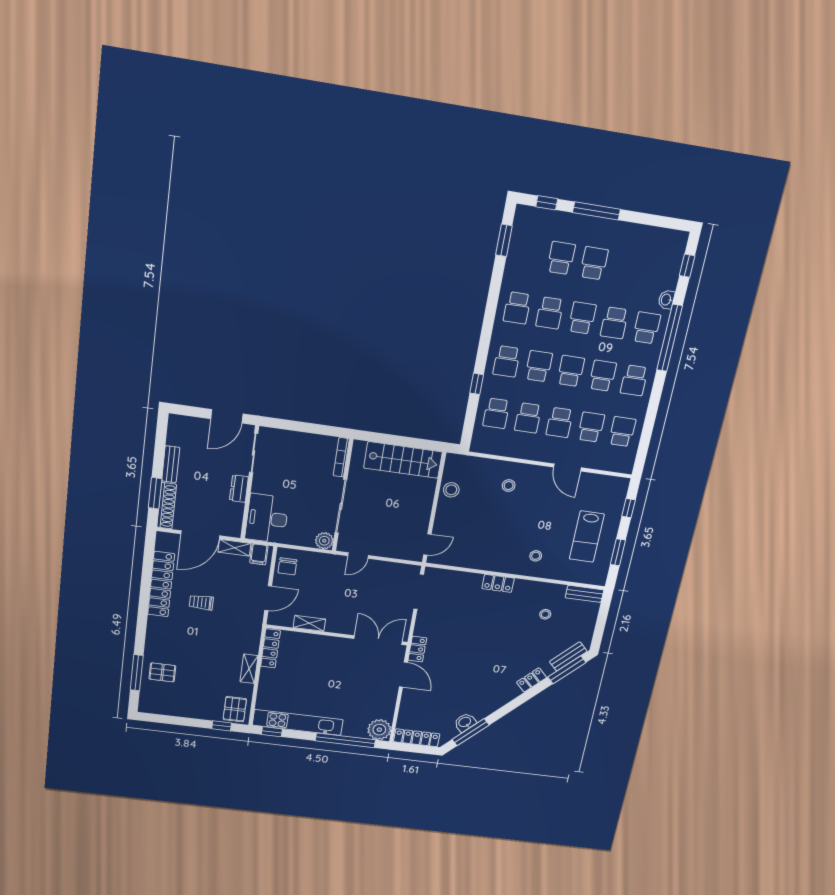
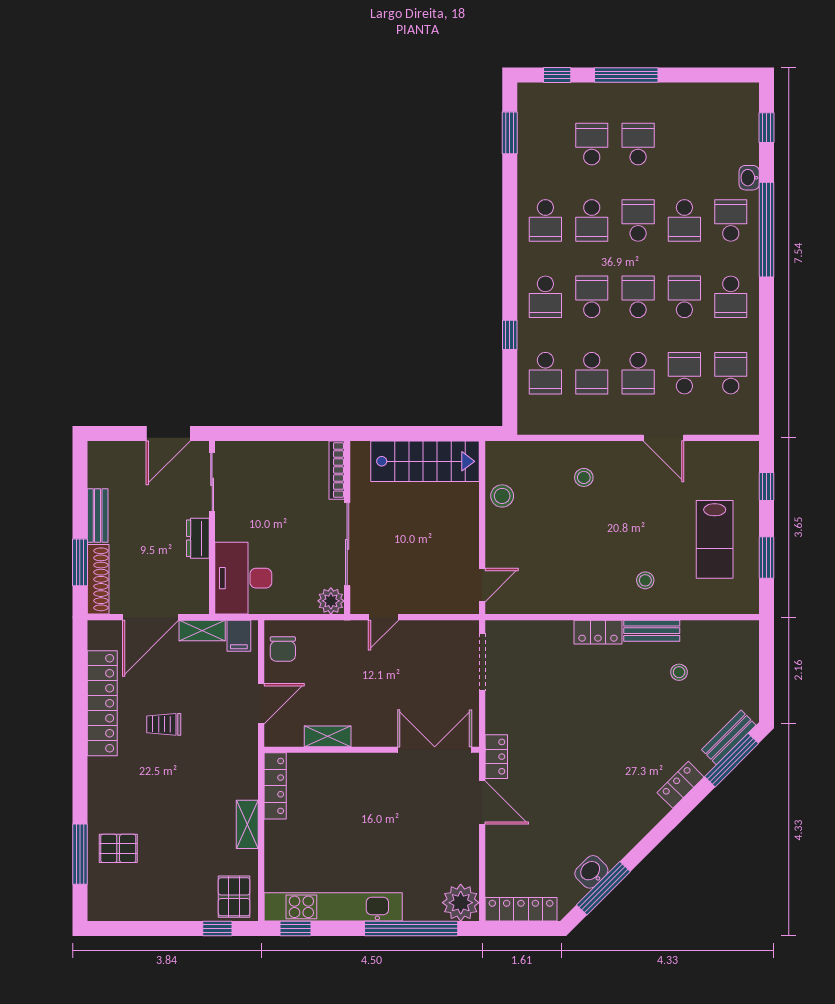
bench: (585, 594) -> (652, 631), moved

